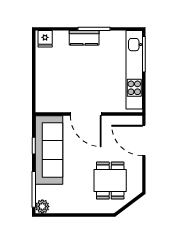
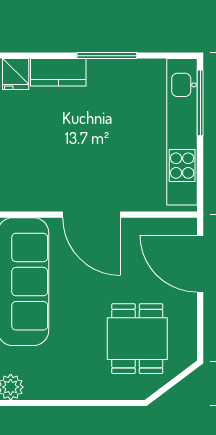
kitchen counter: (84, 38) -> (58, 72), moved

